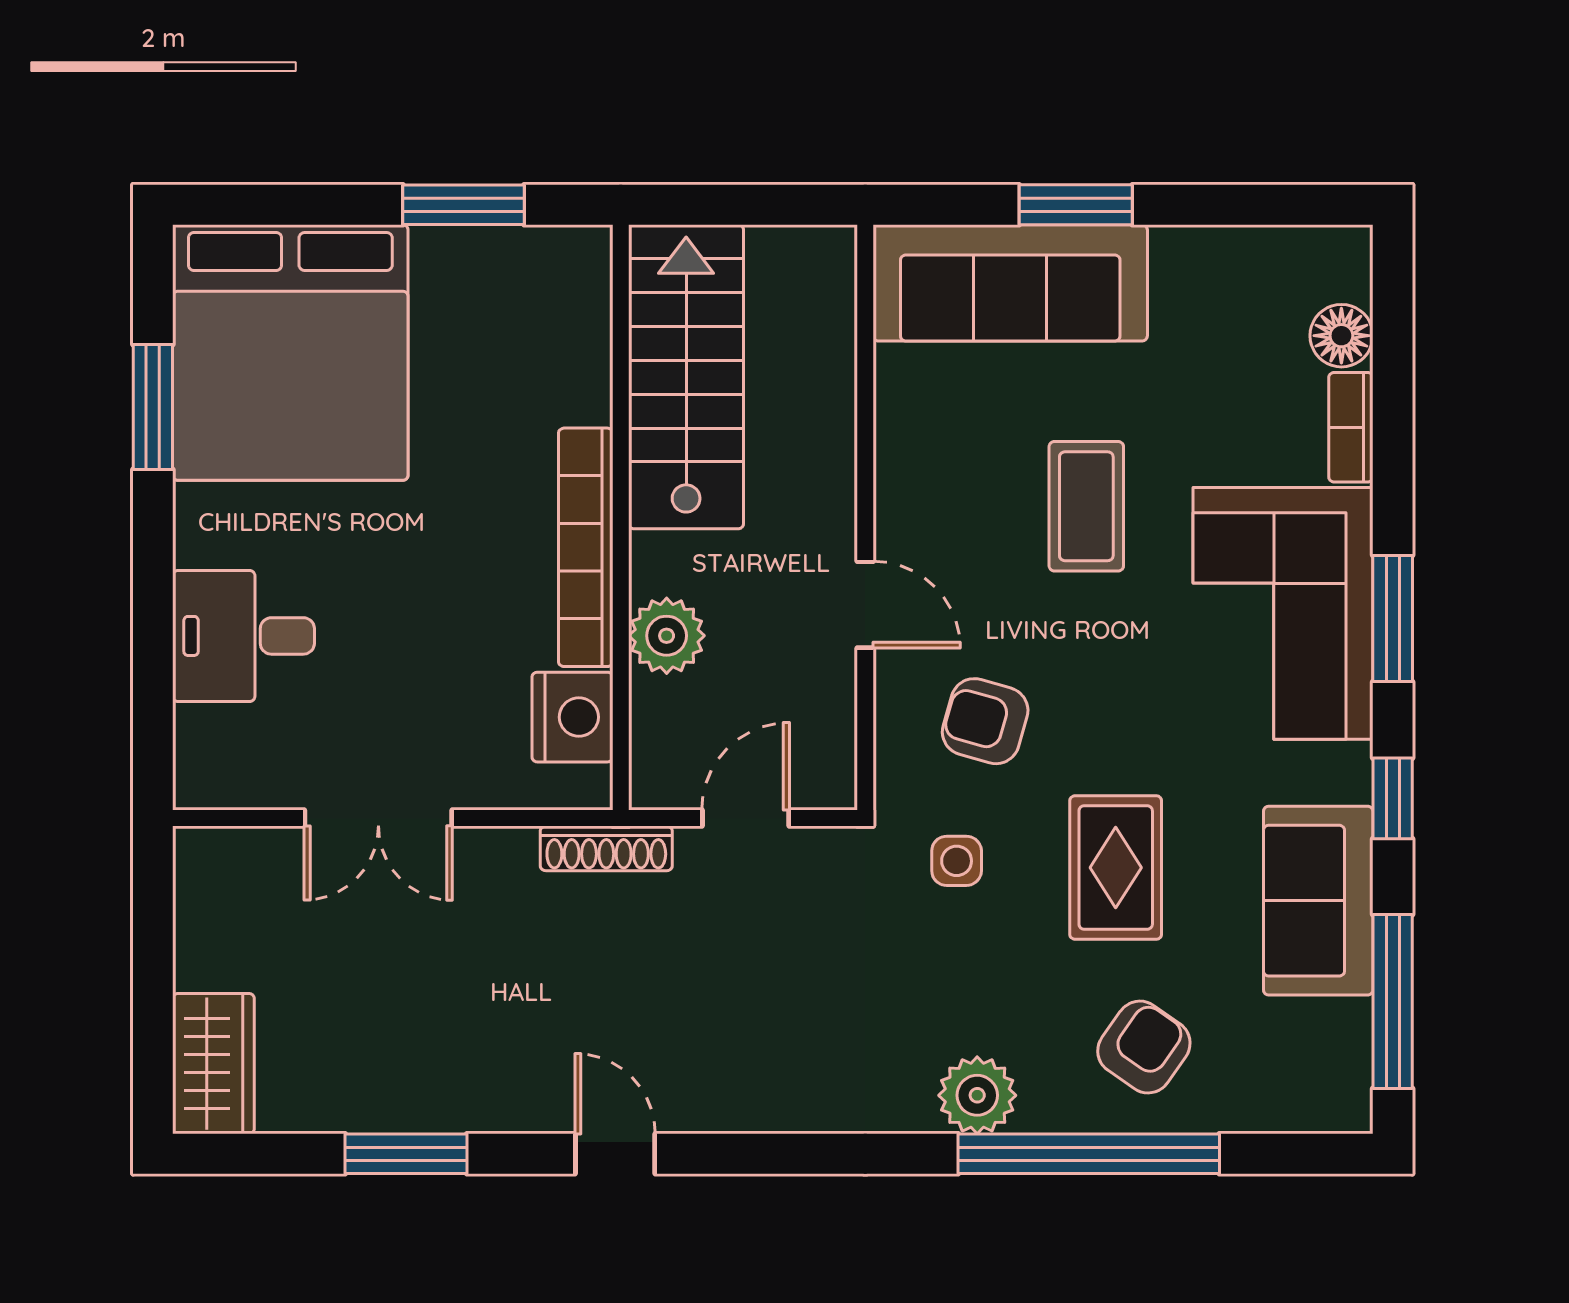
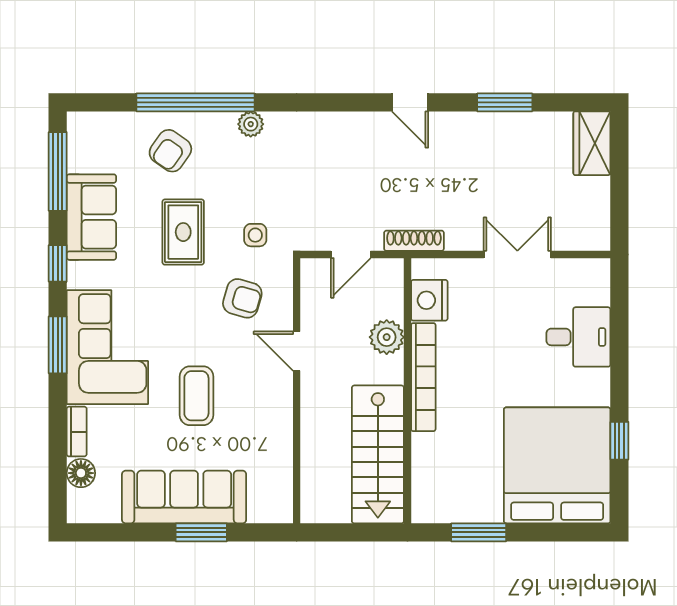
sofa: (1010, 283) -> (184, 497), moved
window: (153, 407) -> (619, 441), width x0.67
plant: (977, 1095) -> (251, 124), width x0.73, depth x0.73

